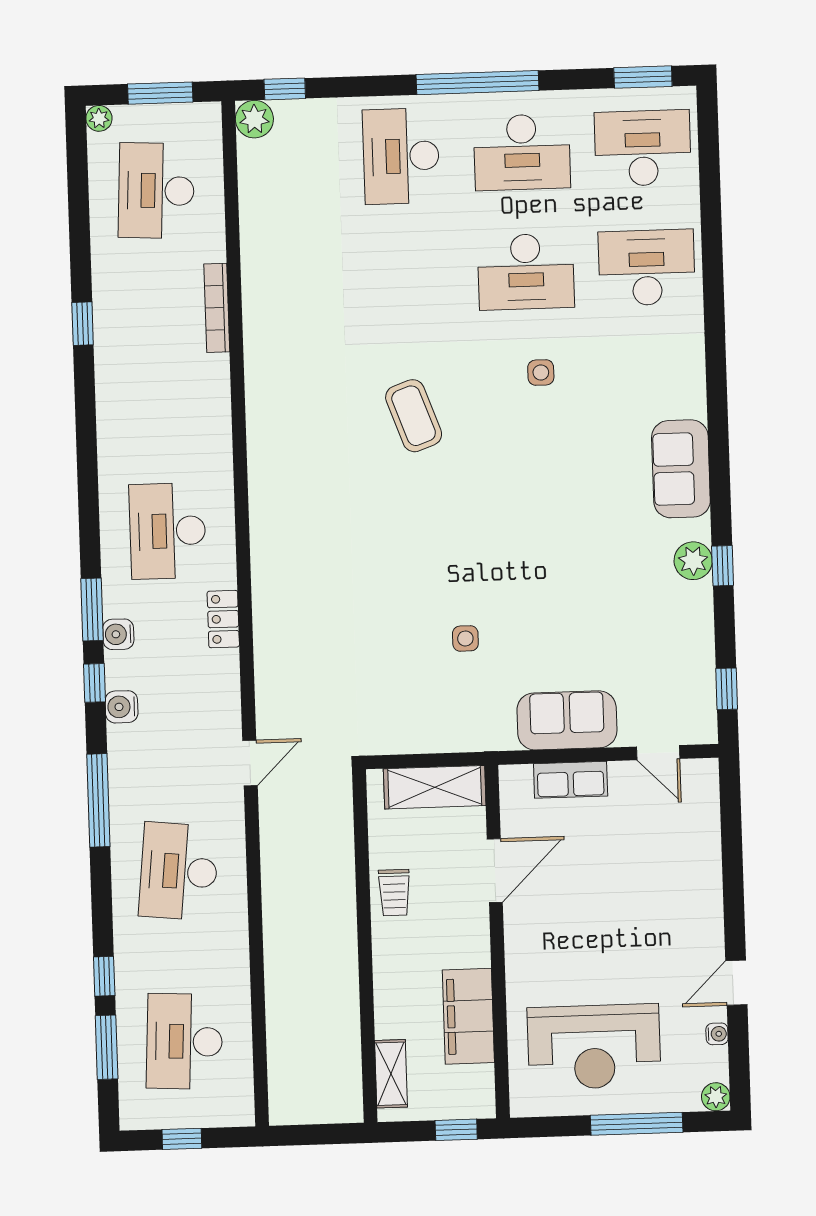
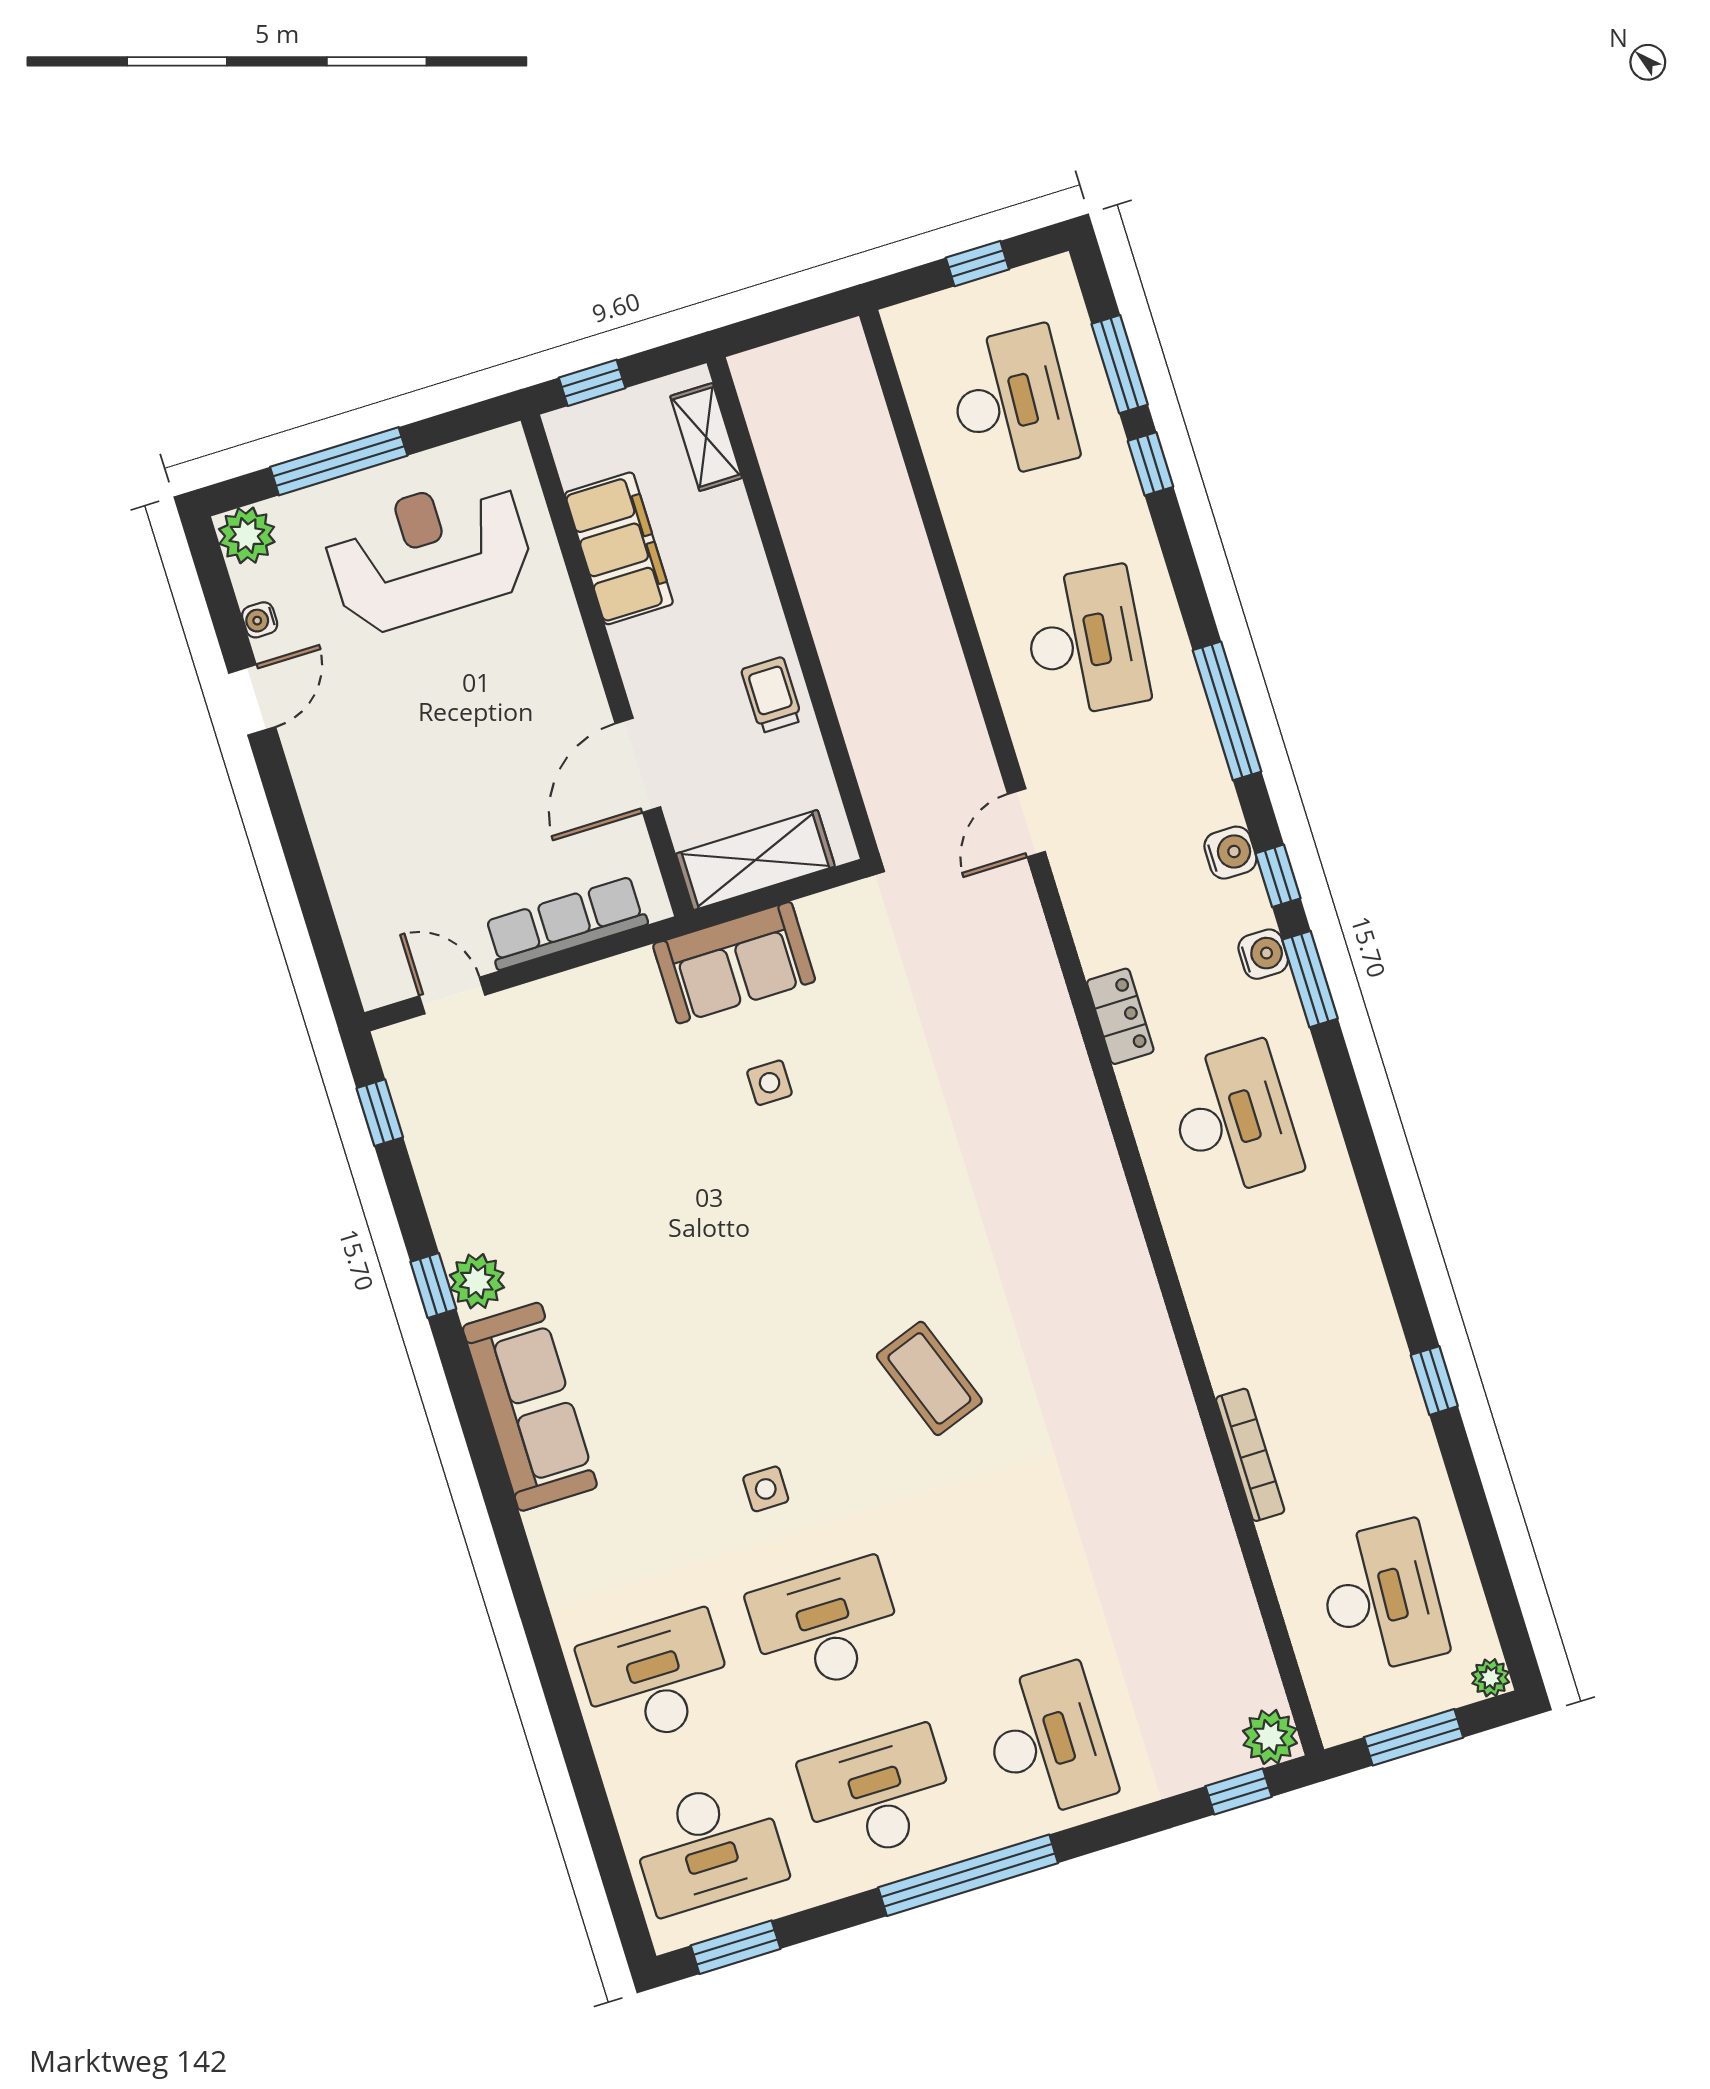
desk: (647, 268) -> (656, 1679), turned 180
sofa: (681, 469) -> (530, 1407), width x1.36
sofa: (567, 720) -> (734, 963), moved
row of seats: (571, 780) -> (566, 923), width x1.48
plant: (716, 1097) -> (247, 535), width x1.38, depth x1.38

